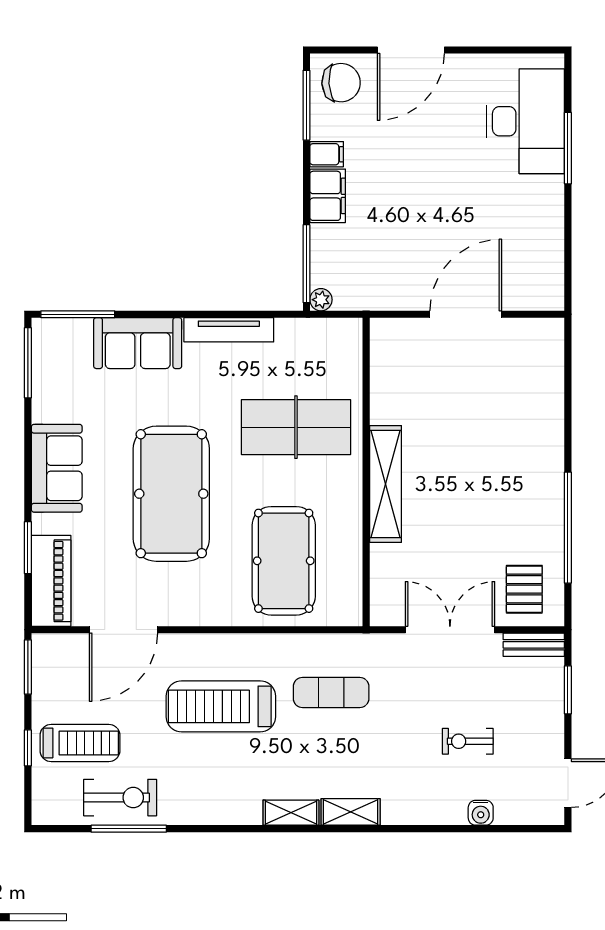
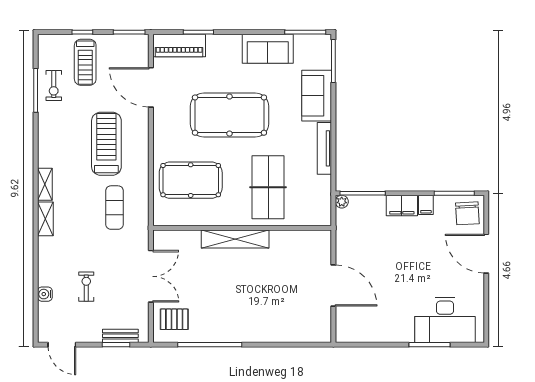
sofa: (57, 468) -> (268, 49), moved
bench: (534, 645) -> (120, 336), moved, turned 90
exercise bike: (120, 798) -> (54, 85), width x0.73, depth x0.72

